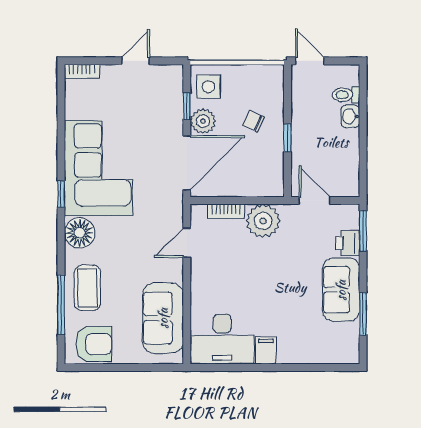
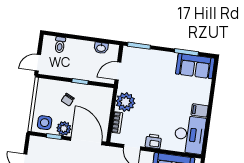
washbasin: (350, 116) -> (101, 48), moved
printer: (348, 243) -> (153, 141), moved, turned 180
sofa: (341, 290) -> (195, 66), moved

